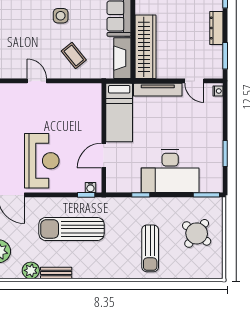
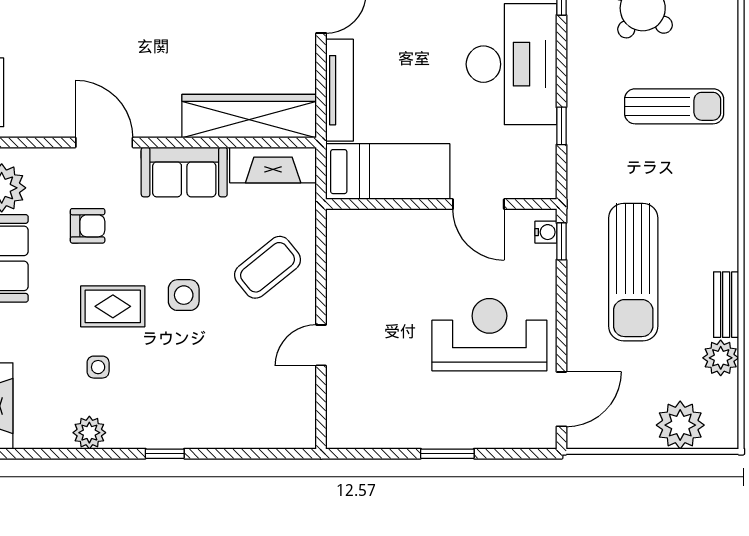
coffee table: (74, 55) -> (268, 267), width x1.36, depth x1.30

